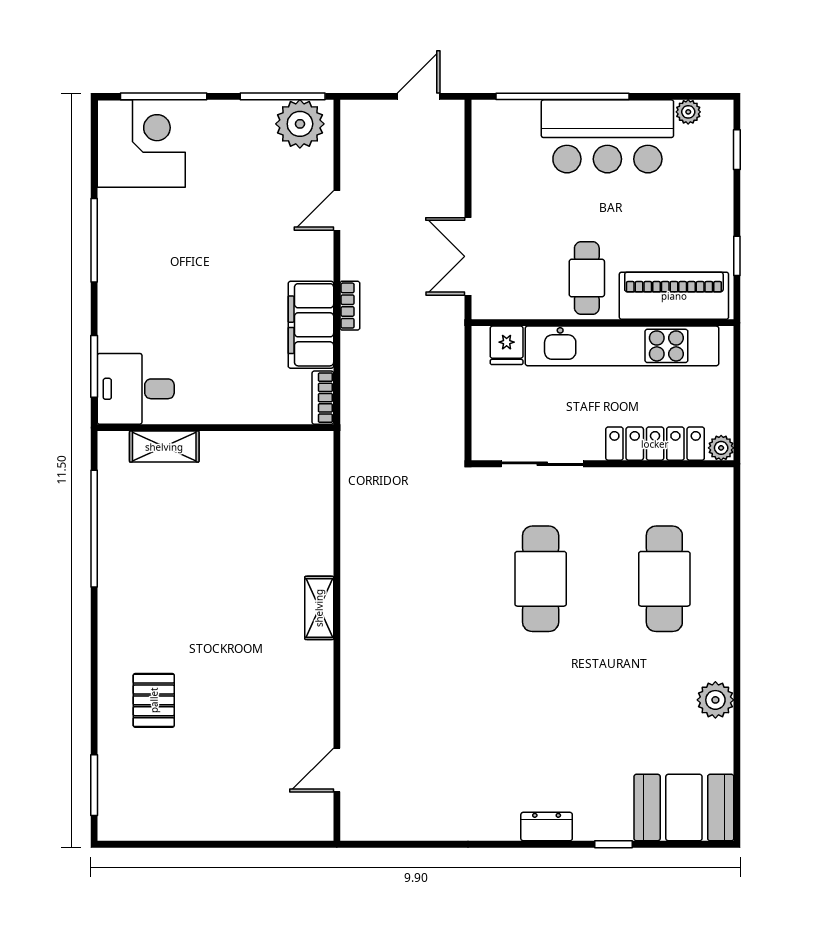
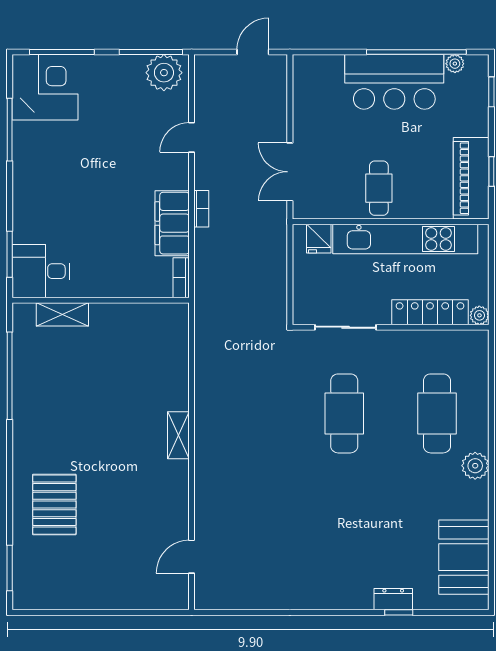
window: (563, 96) -> (416, 52), moved
window: (94, 240) -> (10, 130), moved
piano: (674, 296) -> (471, 178), moved, turned -90
pallet: (154, 700) -> (54, 505), width x1.50, depth x1.42
plant: (715, 700) -> (475, 466), moved
booth: (684, 808) -> (464, 557), moved, turned 90
dresser: (547, 827) -> (393, 599), moved

